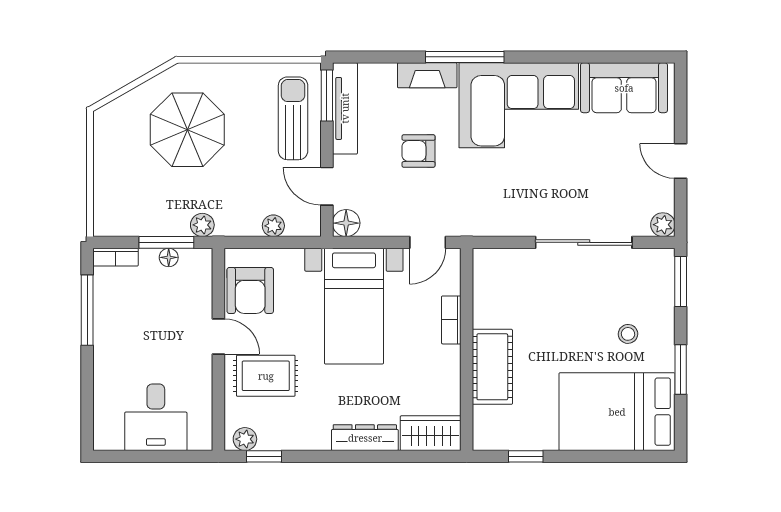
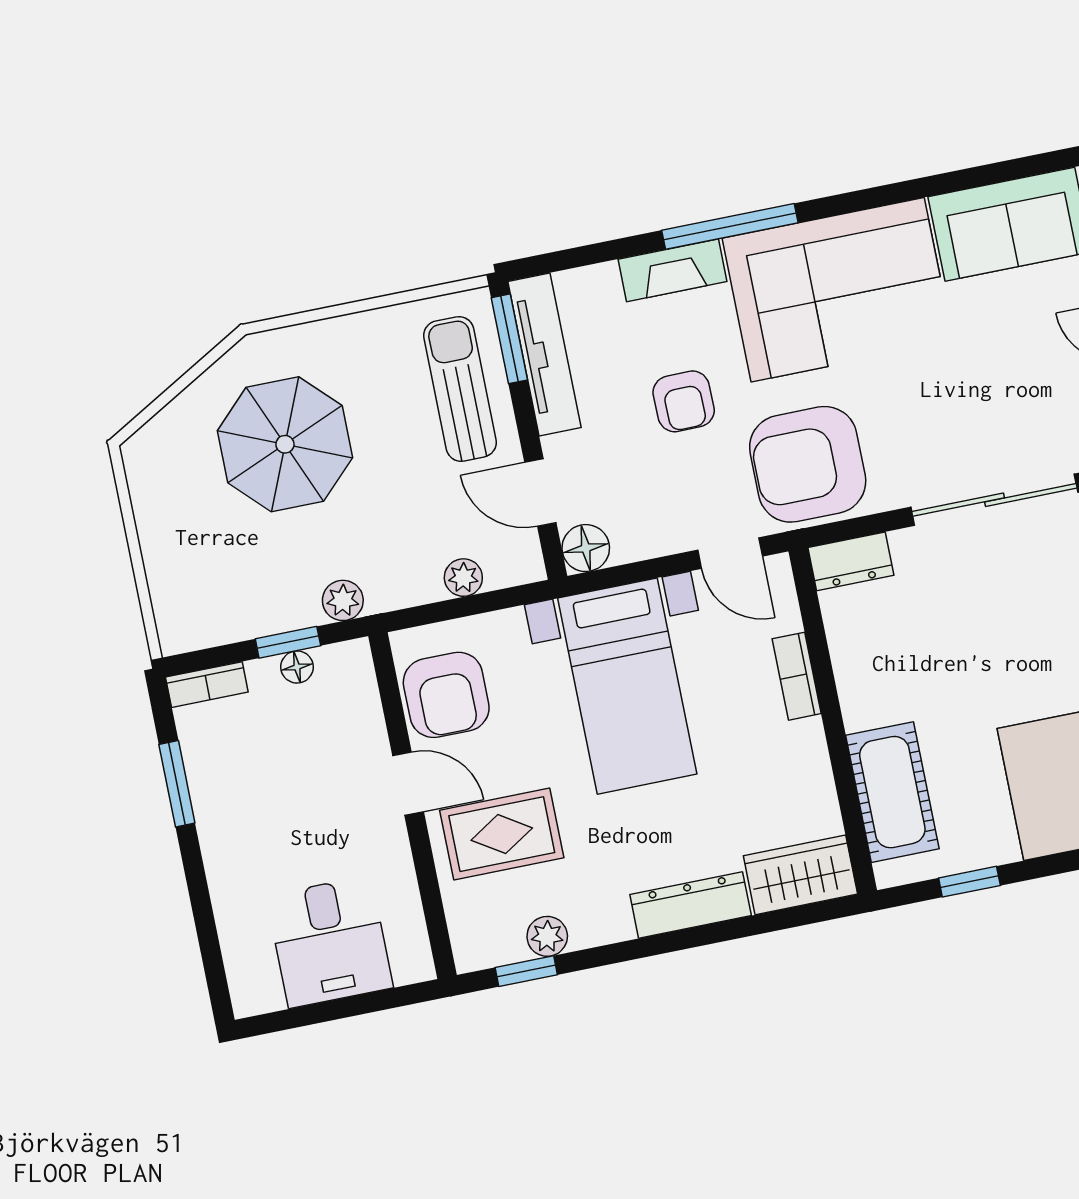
armchair: (419, 151) -> (684, 401), turned -91
armchair: (482, 201) -> (808, 464), added
window: (166, 242) -> (288, 642), width x0.67
door: (428, 242) -> (730, 553), hinge flipped
dresser: (495, 261) -> (851, 561), added
window: (87, 310) -> (177, 784), width x0.69
cot: (492, 367) -> (892, 792), moved
plant: (245, 439) -> (547, 936), moved

